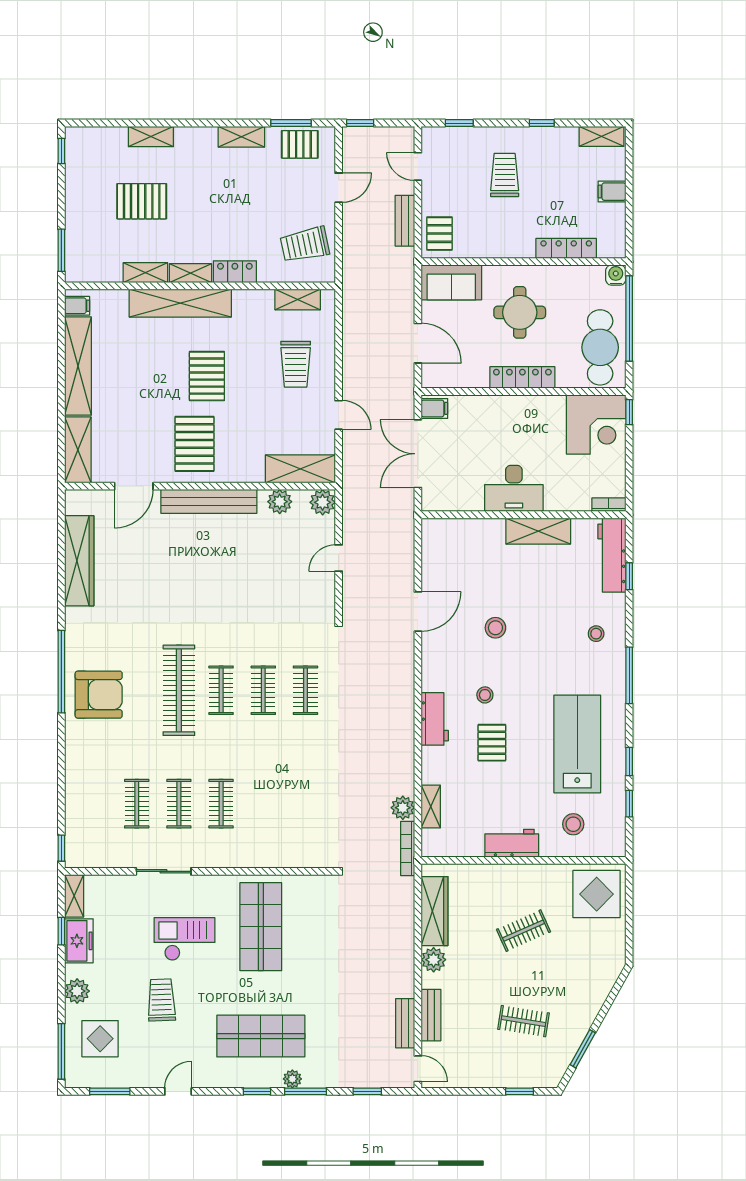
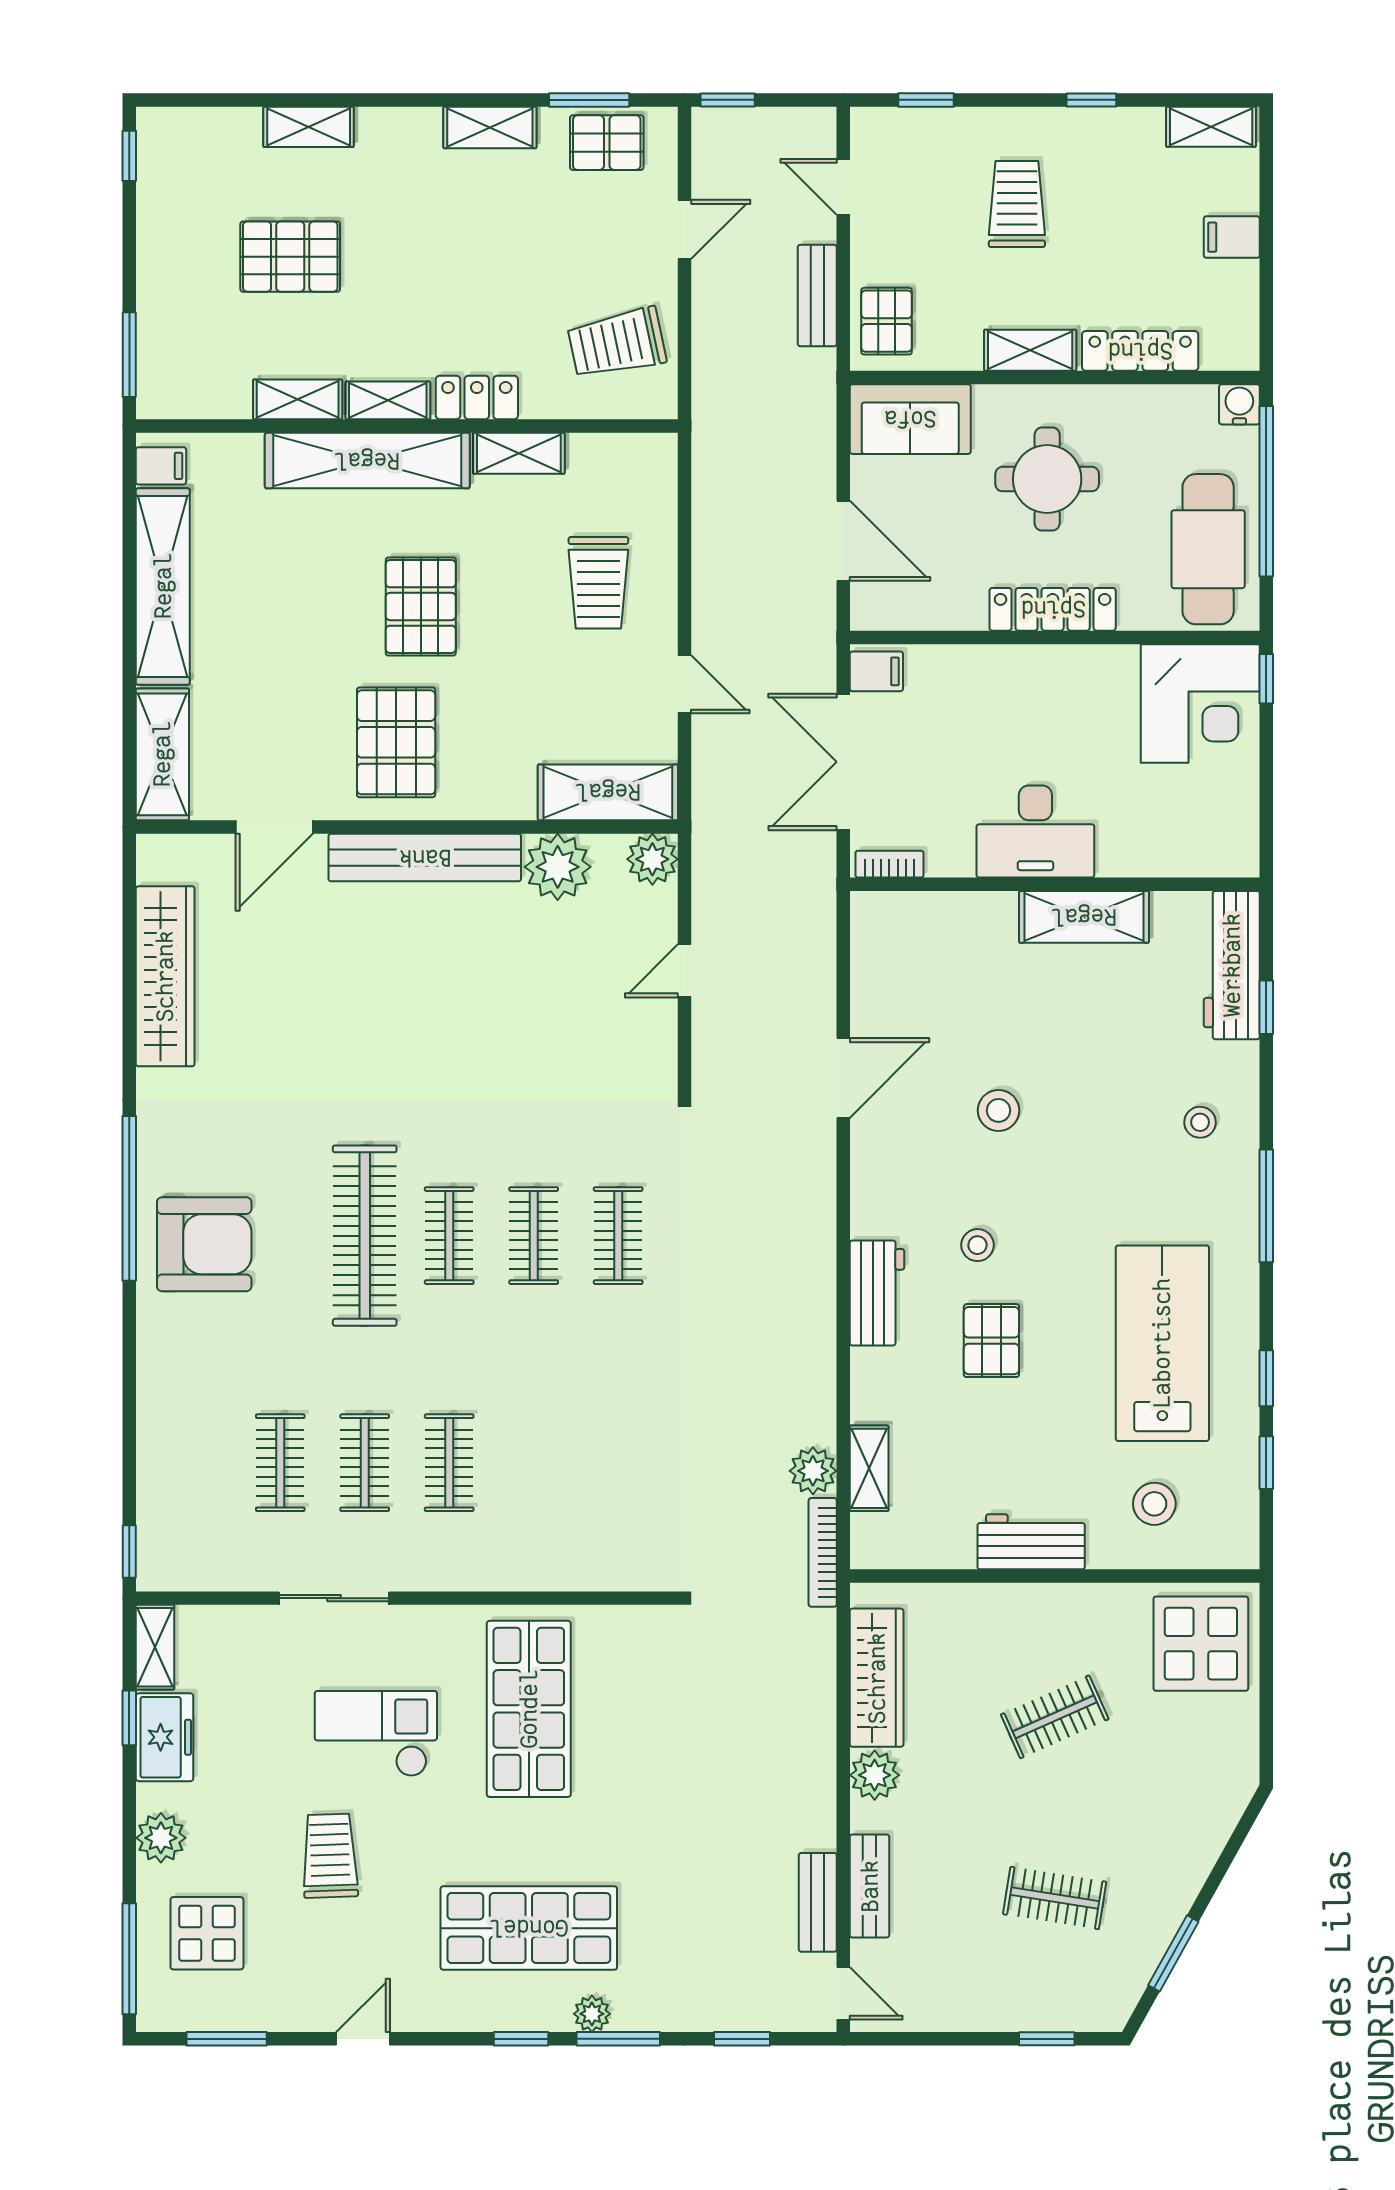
shelving: (511, 248) -> (1030, 350), added
shelving: (298, 299) -> (519, 453), moved
plant: (280, 502) -> (558, 867), width x1.36, depth x1.36
bookcase: (609, 505) -> (889, 864), moved

